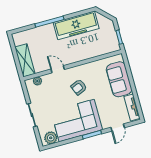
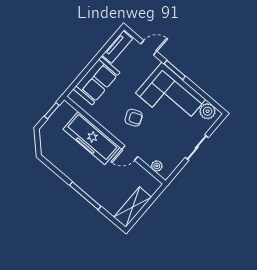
freezer: (76, 25) -> (91, 138), moved, turned 180
shelving: (25, 60) -> (133, 207), moved
door: (58, 69) -> (130, 153), hinge flipped

